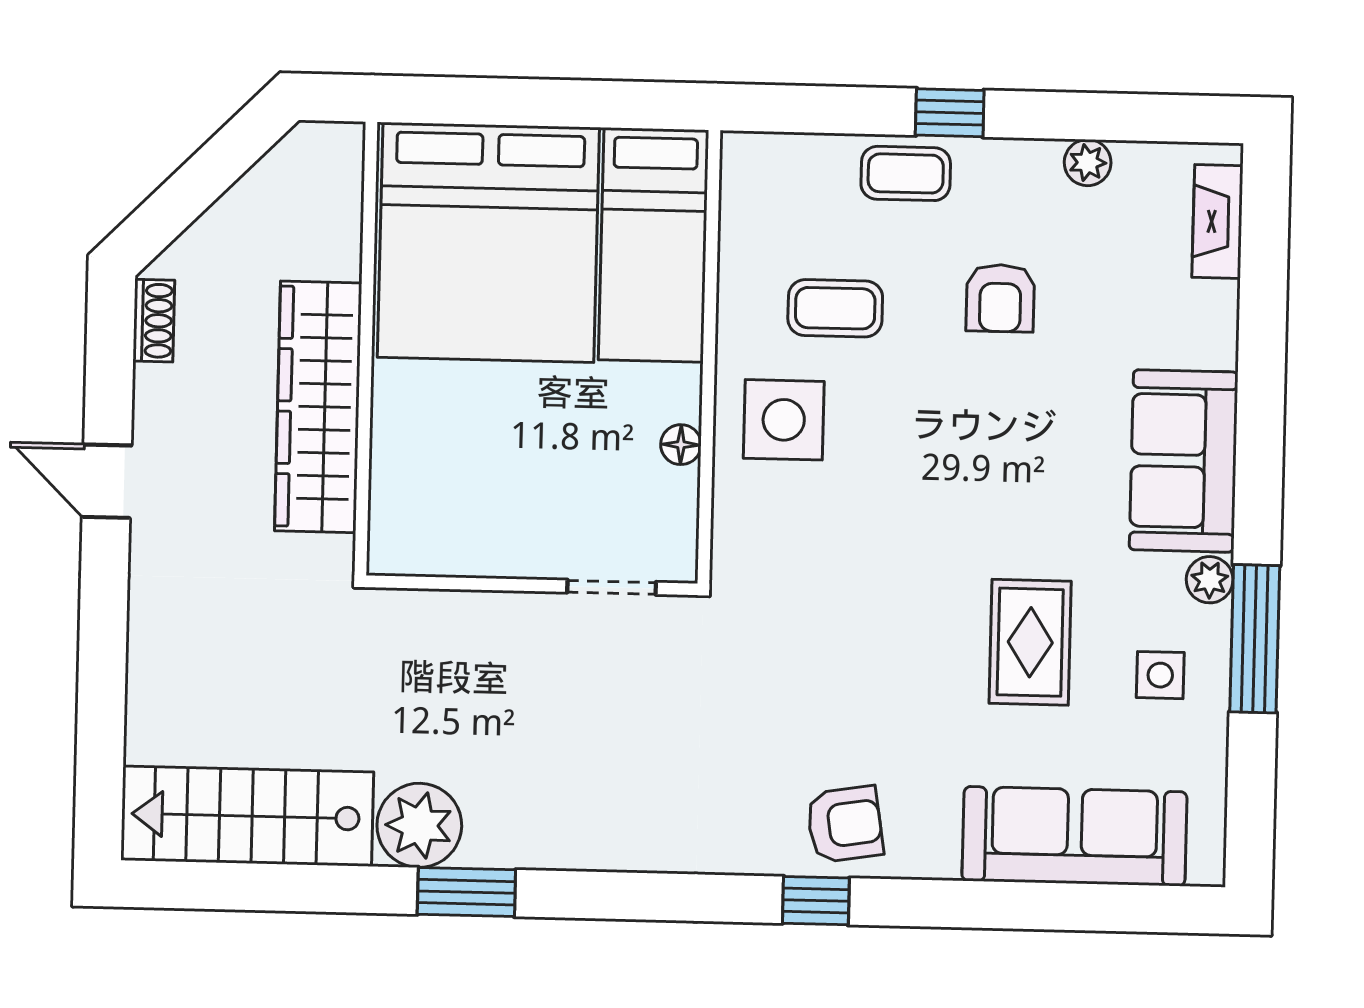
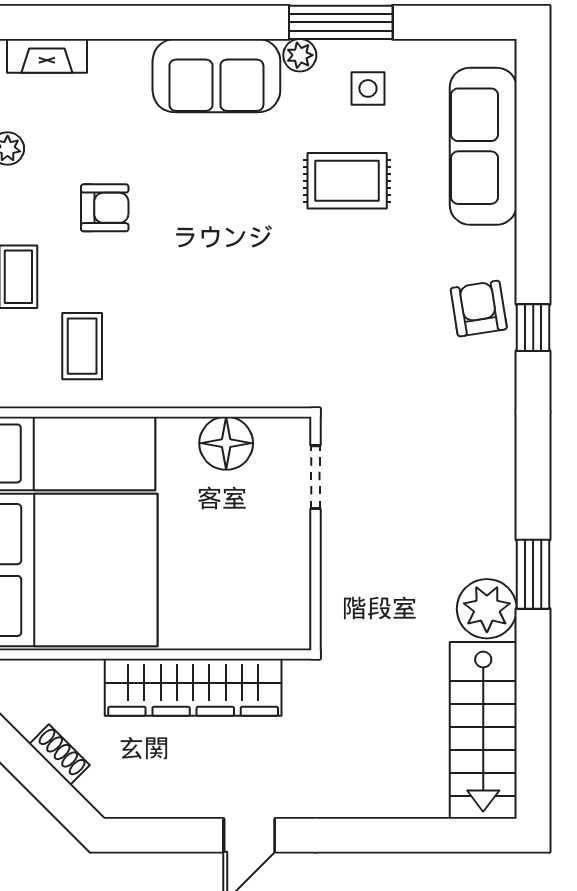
coffee table: (835, 308) -> (82, 346), moved
shoe rack: (154, 321) -> (60, 755), moved, turned 45
side table: (784, 420) -> (194, 359), removed
floor lamp: (681, 445) -> (226, 443), width x1.89, depth x1.89

